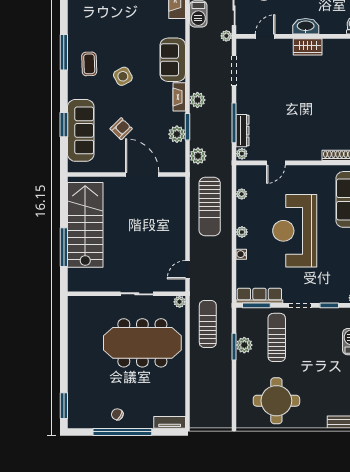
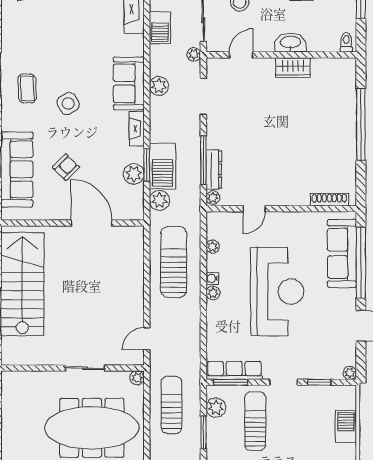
plant: (197, 100) -> (159, 86), moved
barbecue: (201, 128) -> (163, 166), added
sun lounger: (210, 207) -> (174, 262), turned 180
reception desk: (295, 231) -> (277, 292), turned 180
water cooler: (241, 254) -> (212, 278), moved
plant: (244, 345) -> (216, 408), moved

